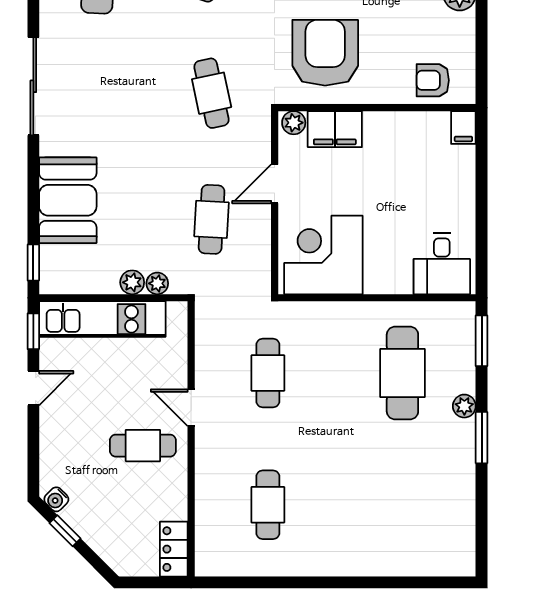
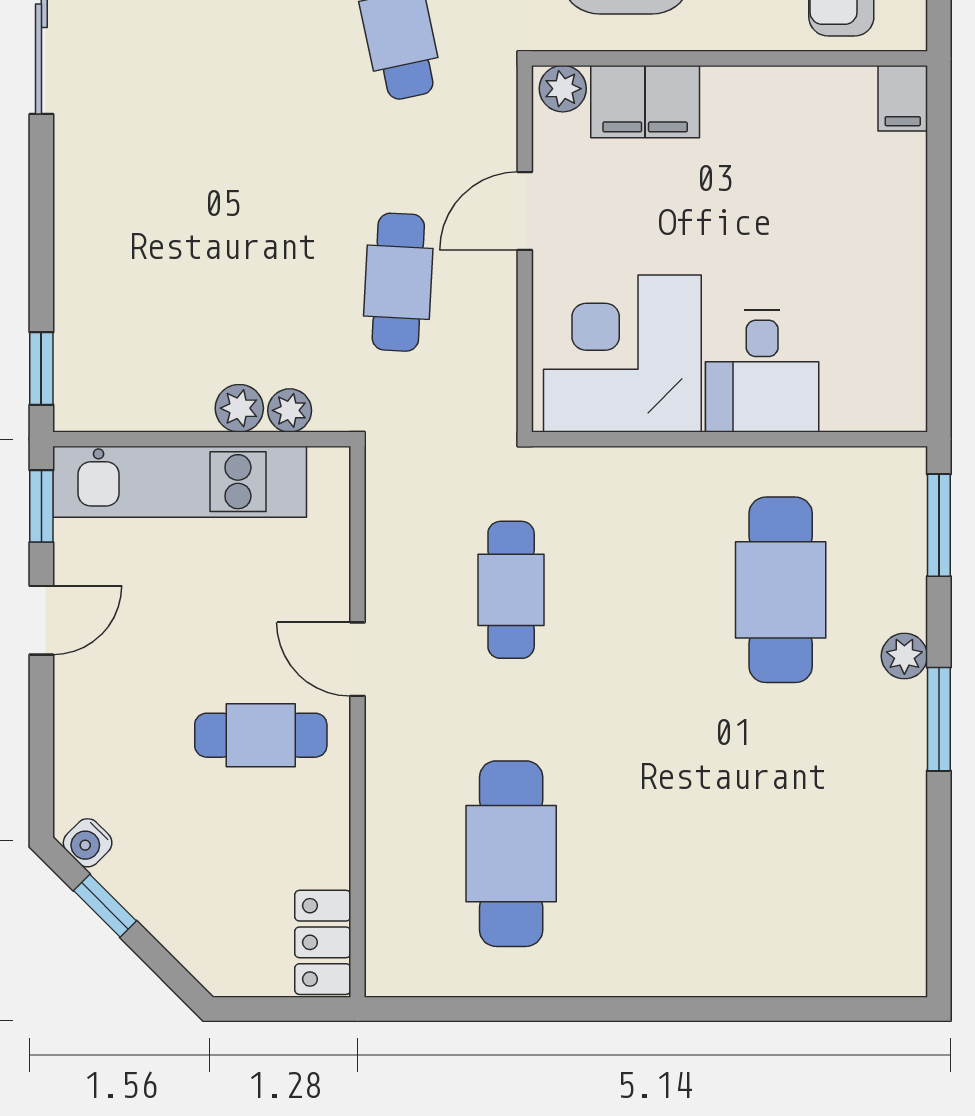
booth: (68, 200) -> (110, 244), removed
desk: (442, 264) -> (762, 371), moved
cafe table: (268, 505) -> (511, 854), width x1.37, depth x1.35

